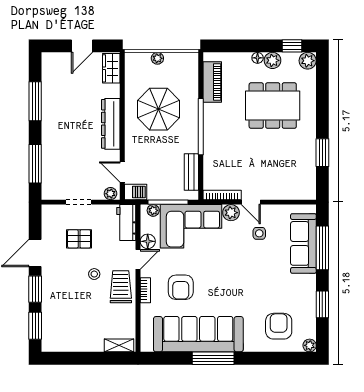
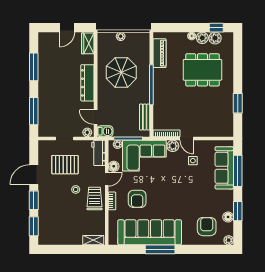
plant: (308, 61) -> (215, 38), moved
pallet: (79, 239) -> (65, 165), width x1.50, depth x1.42
floor lamp: (309, 313) -> (228, 217), added

